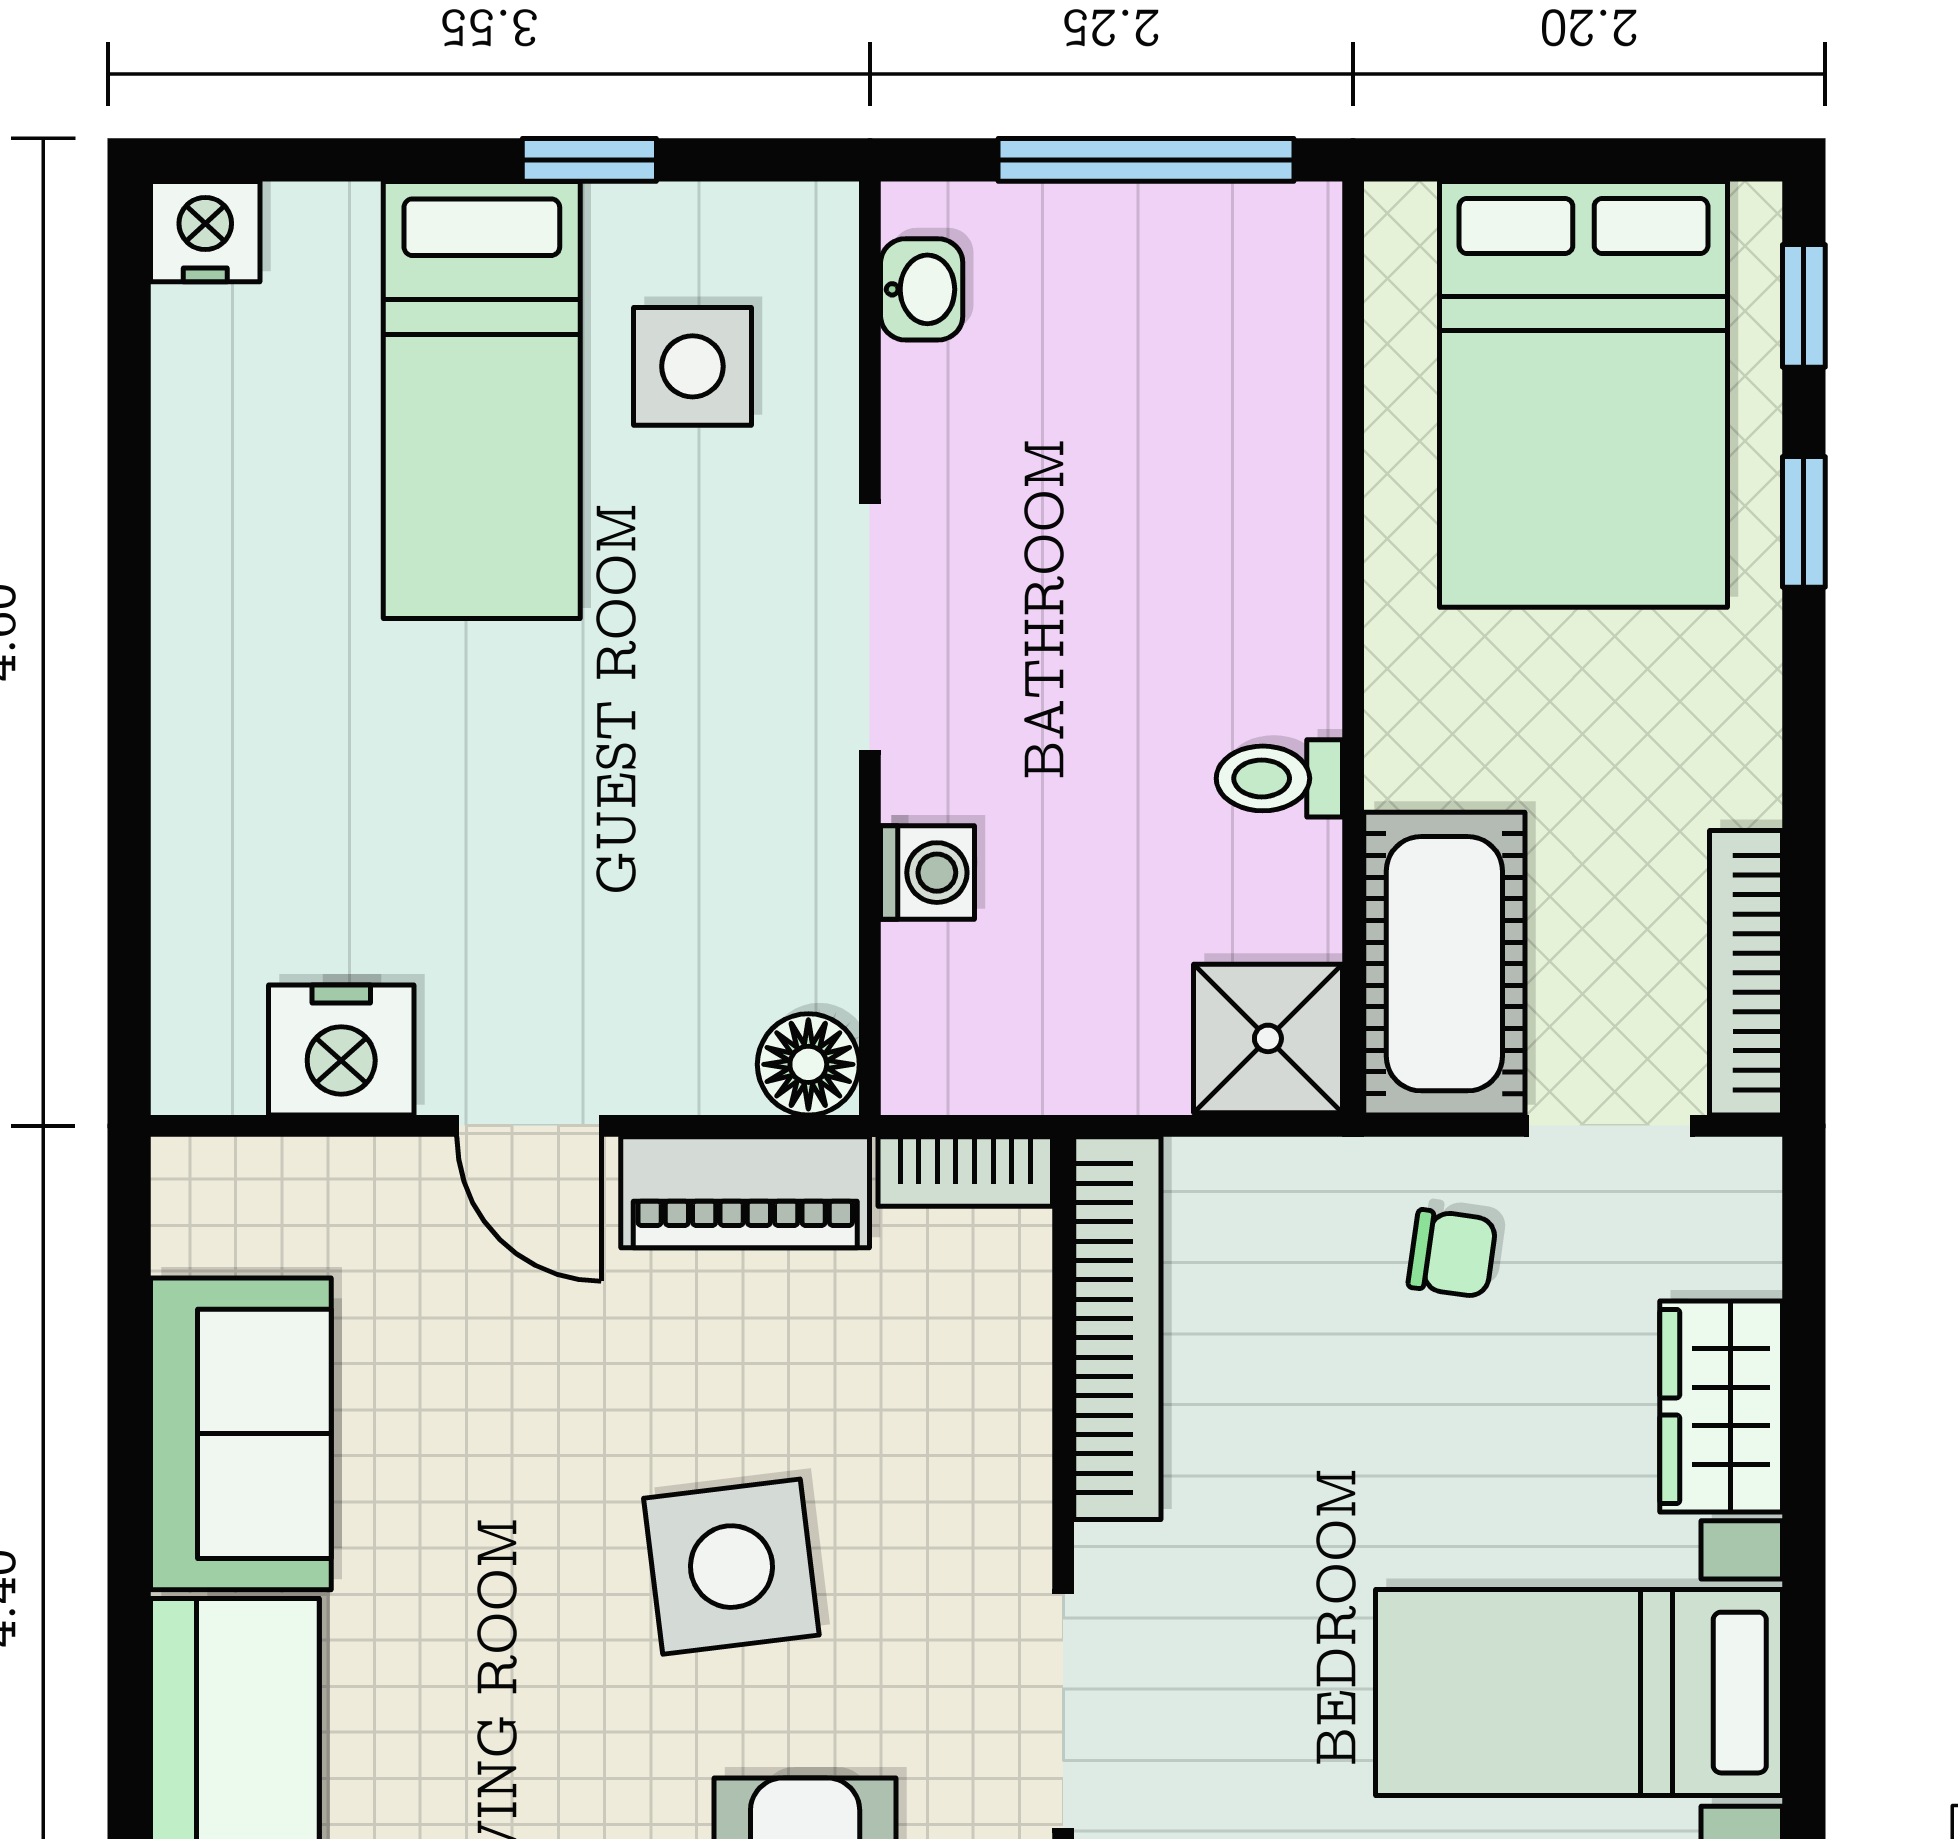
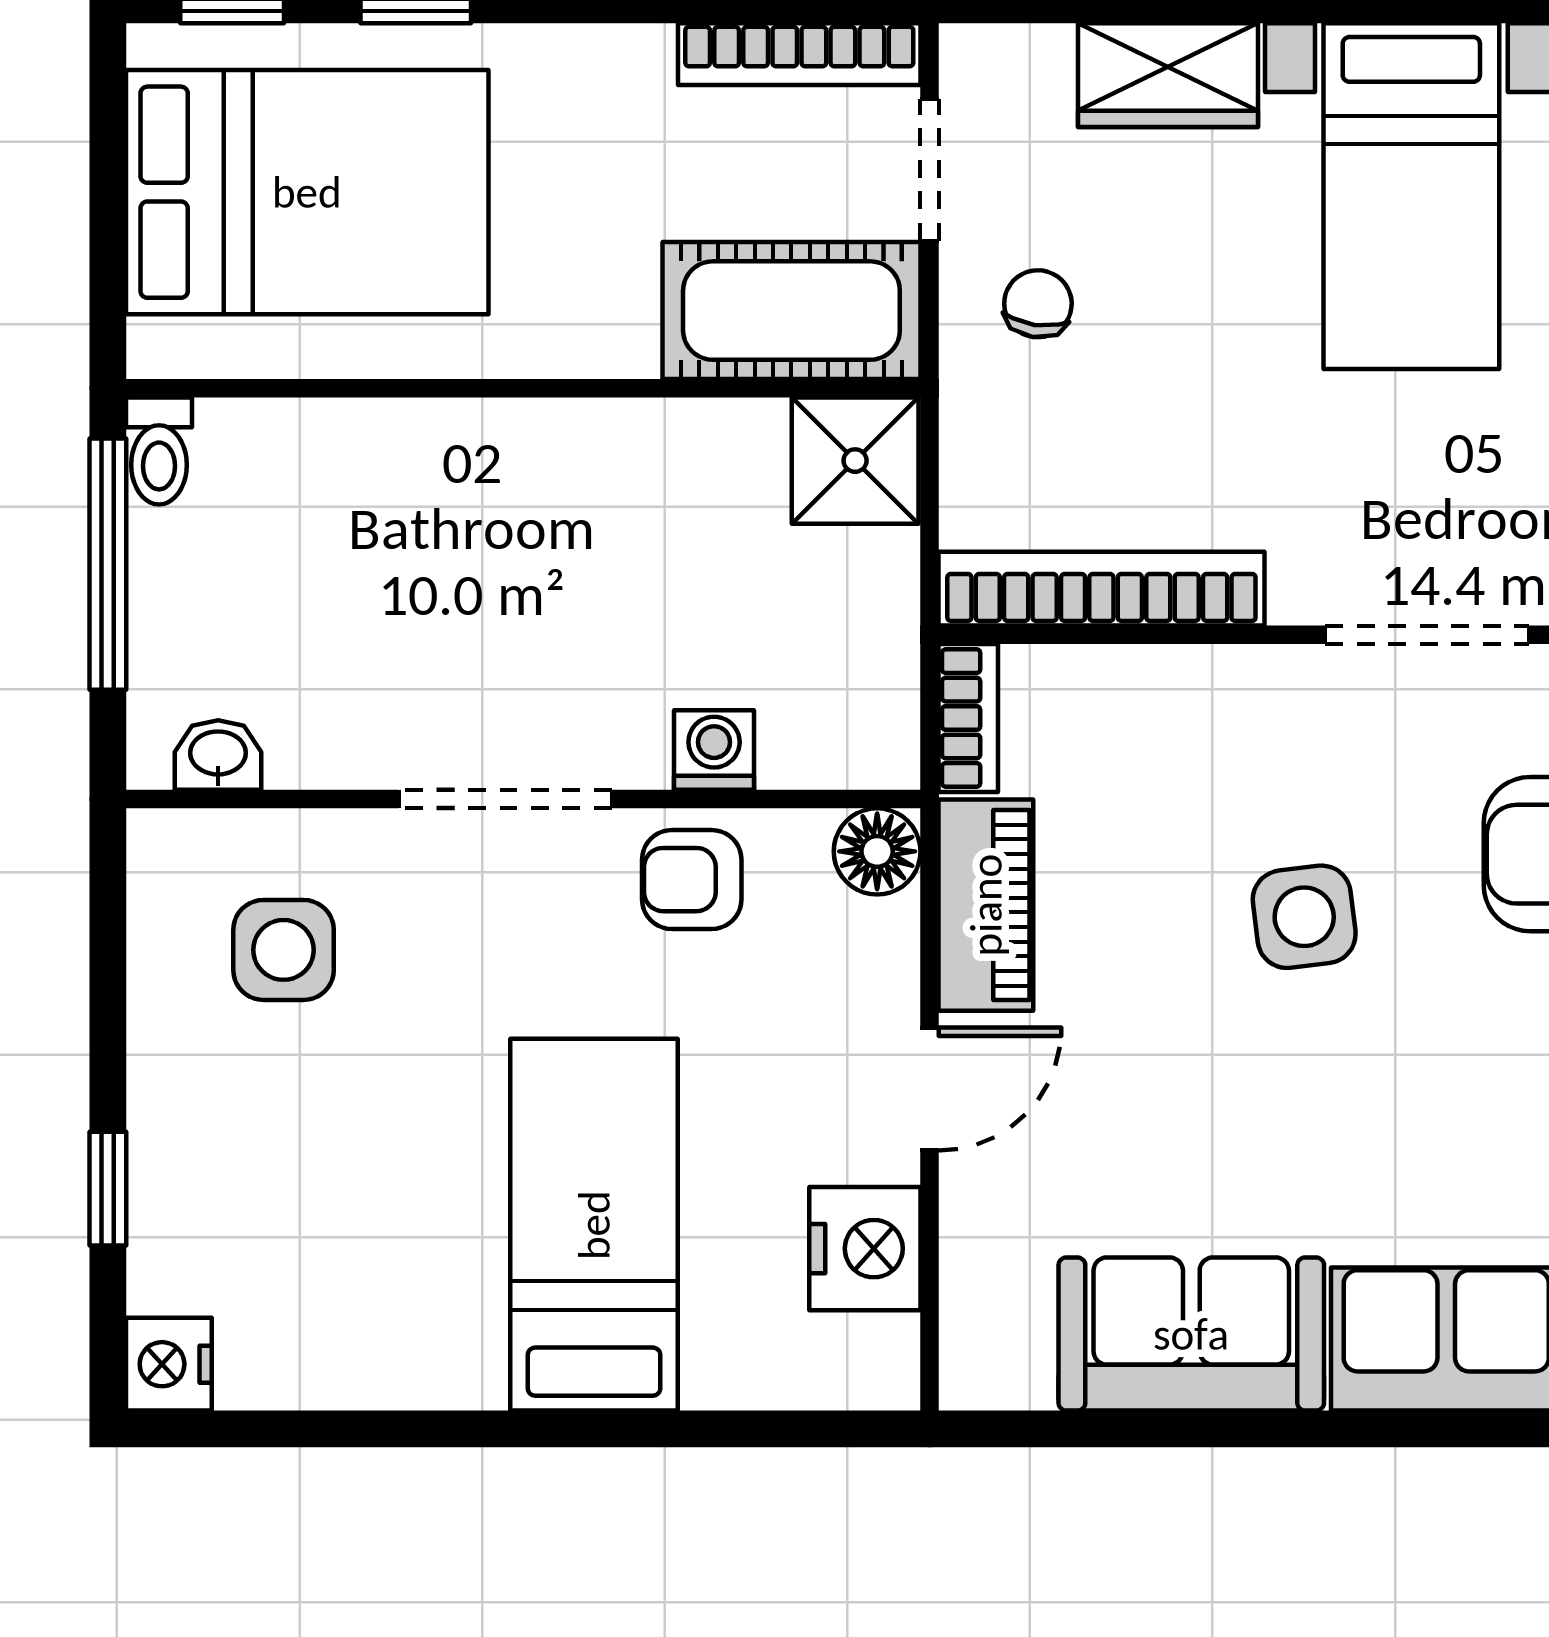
window: (589, 160) -> (108, 1189), moved
bed: (482, 400) -> (594, 1225), moved, turned -90
toilet: (1279, 778) -> (159, 451), moved
armchair: (775, 846) -> (692, 880), added
side table: (731, 1567) -> (1304, 917), width x0.73, depth x0.73

